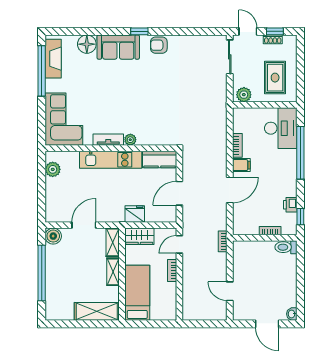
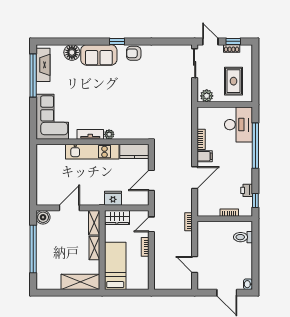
plant: (53, 169) -> (43, 160), removed
toilet: (286, 247) -> (243, 237), moved

